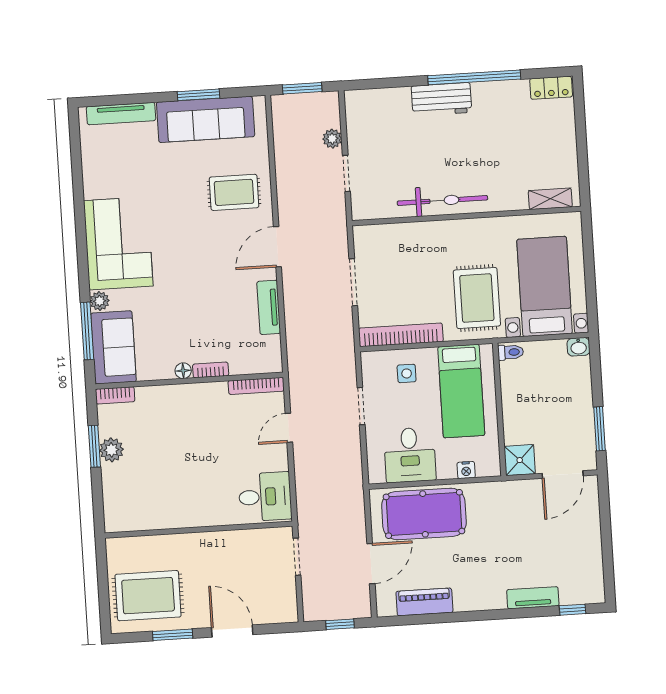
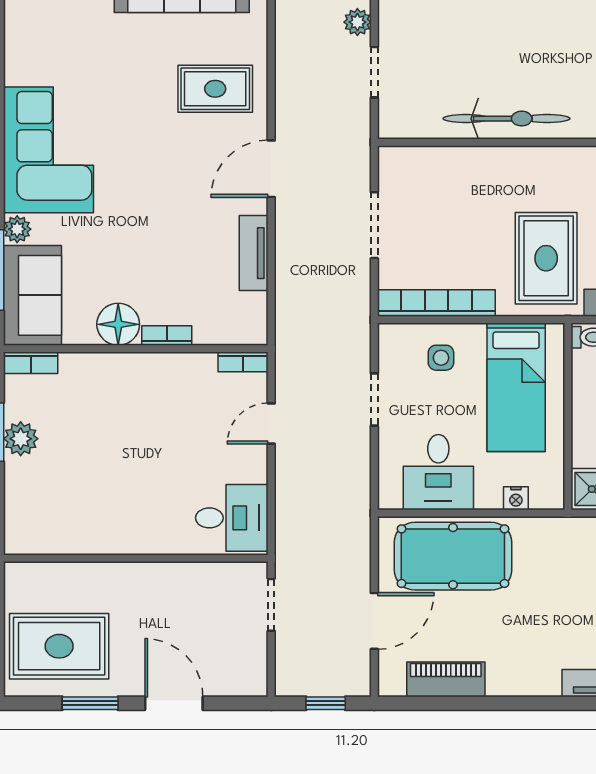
floor lamp: (183, 371) -> (118, 324), width x1.89, depth x1.89
bookcase: (256, 386) -> (243, 362), width x0.64

